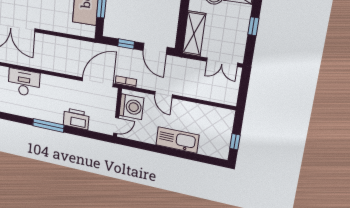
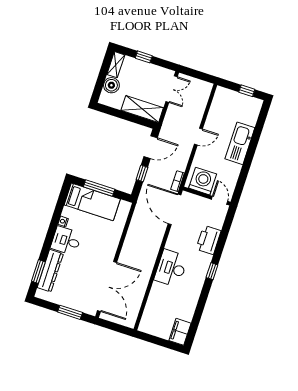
desk: (24, 83) -> (171, 268), moved
door: (163, 95) -> (198, 137), moved
window: (48, 125) -> (212, 271), width x0.46

